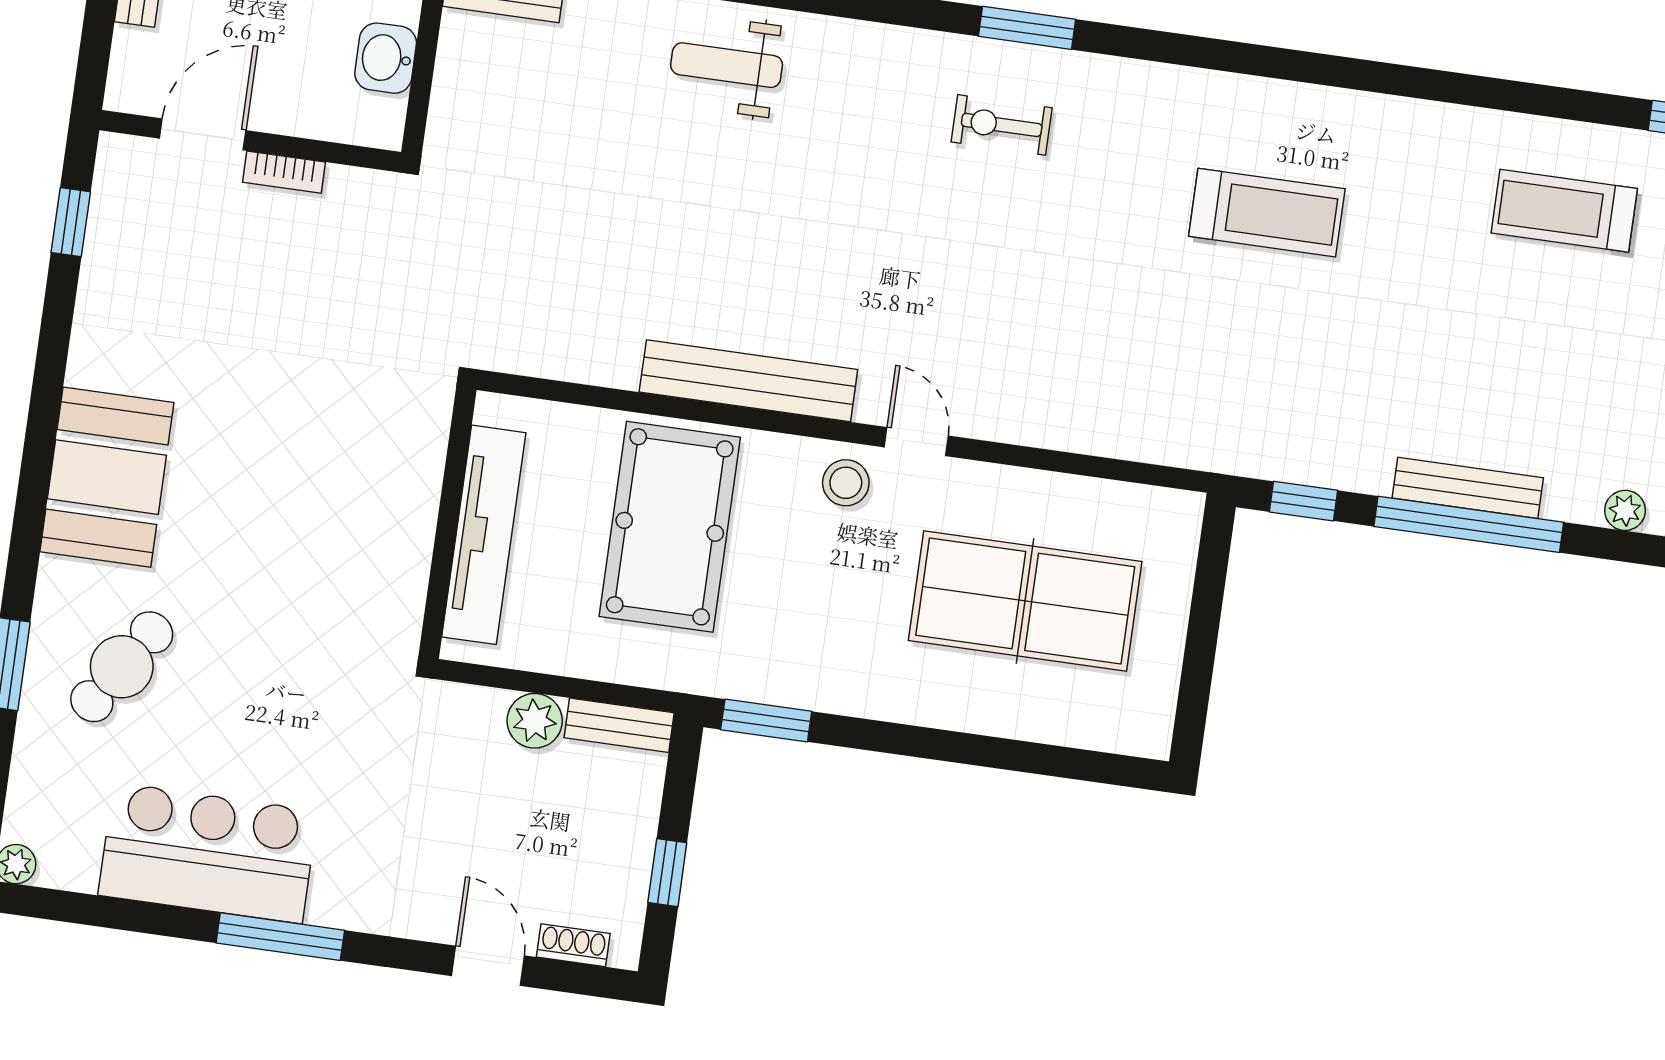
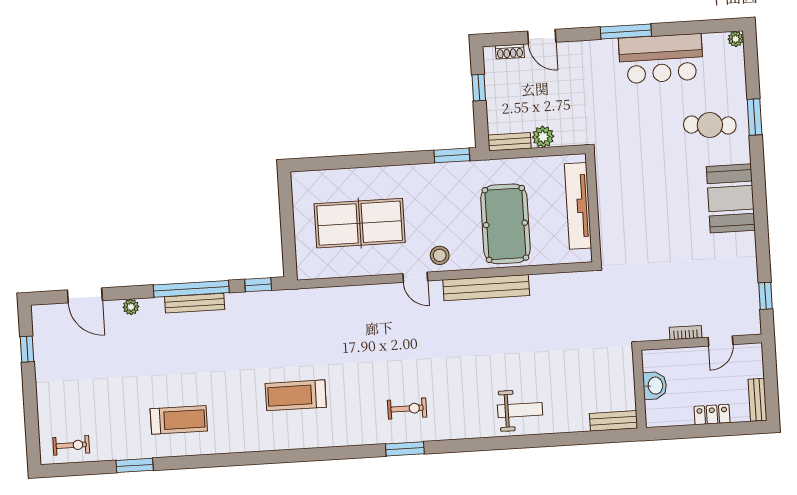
door: (203, 134) -> (721, 341), width x0.73
cafe table: (122, 667) -> (710, 125), turned 62

